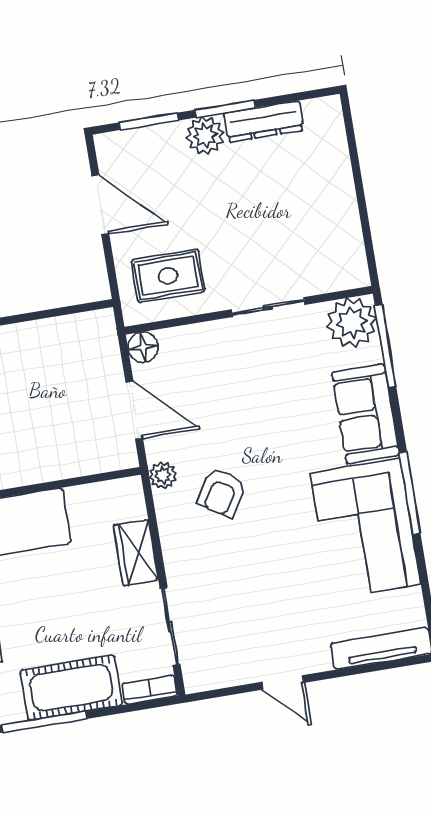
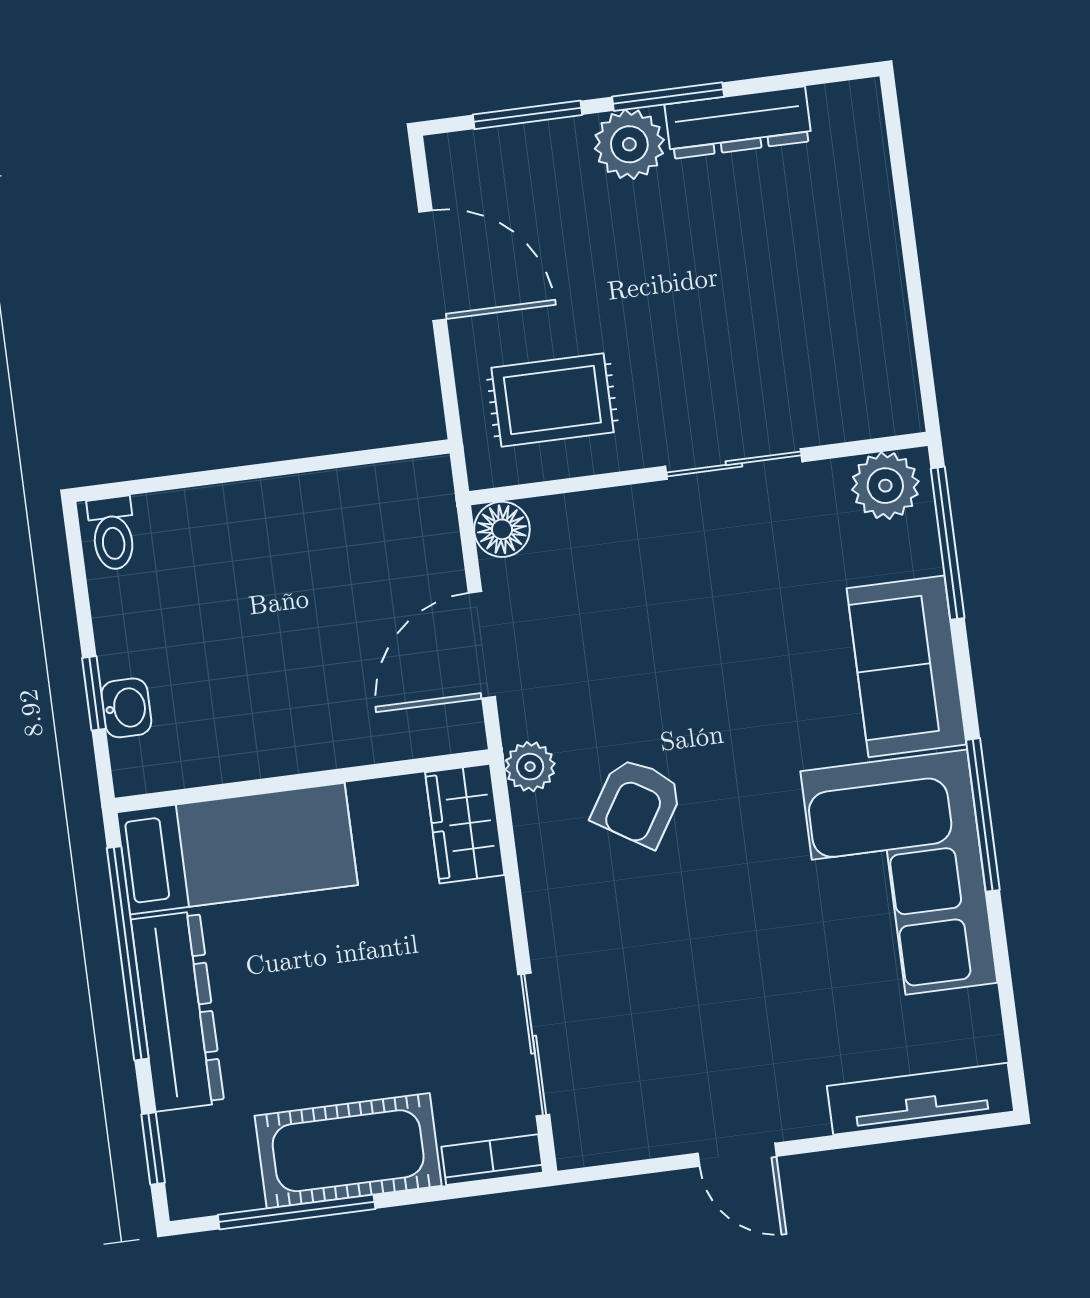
plant: (352, 323) -> (885, 486), width x0.73, depth x0.73
door: (134, 410) -> (482, 645), swing flipped
wardrobe: (136, 553) -> (465, 824), moved

